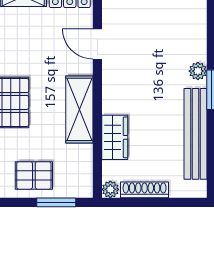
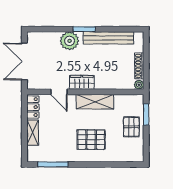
door: (97, 44) -> (59, 92), hinge flipped
plant: (198, 71) -> (70, 41), width x1.87, depth x1.87
wardrobe: (115, 137) -> (82, 82), moved

